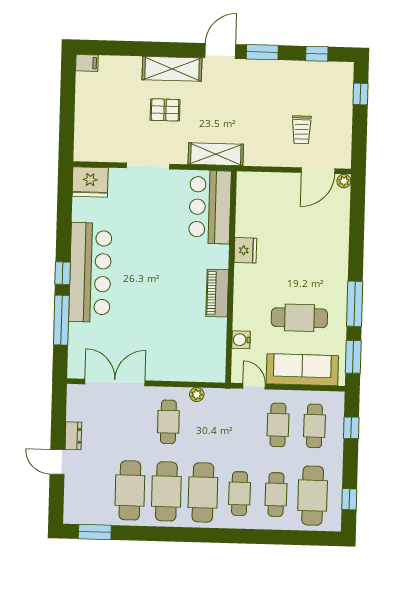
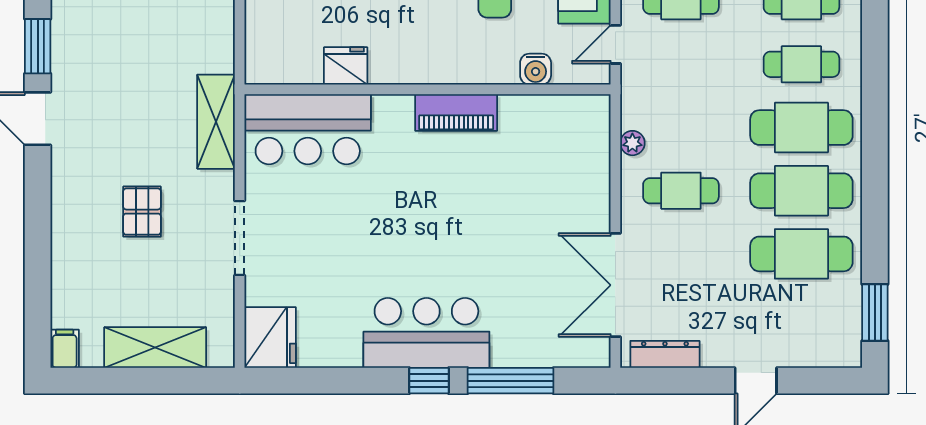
shelving: (172, 69) -> (155, 348), moved, turned 90
fridge: (245, 250) -> (346, 66), moved
bar counter: (90, 272) -> (426, 333), width x0.73
dresser: (73, 436) -> (665, 354), moved, width x1.44

